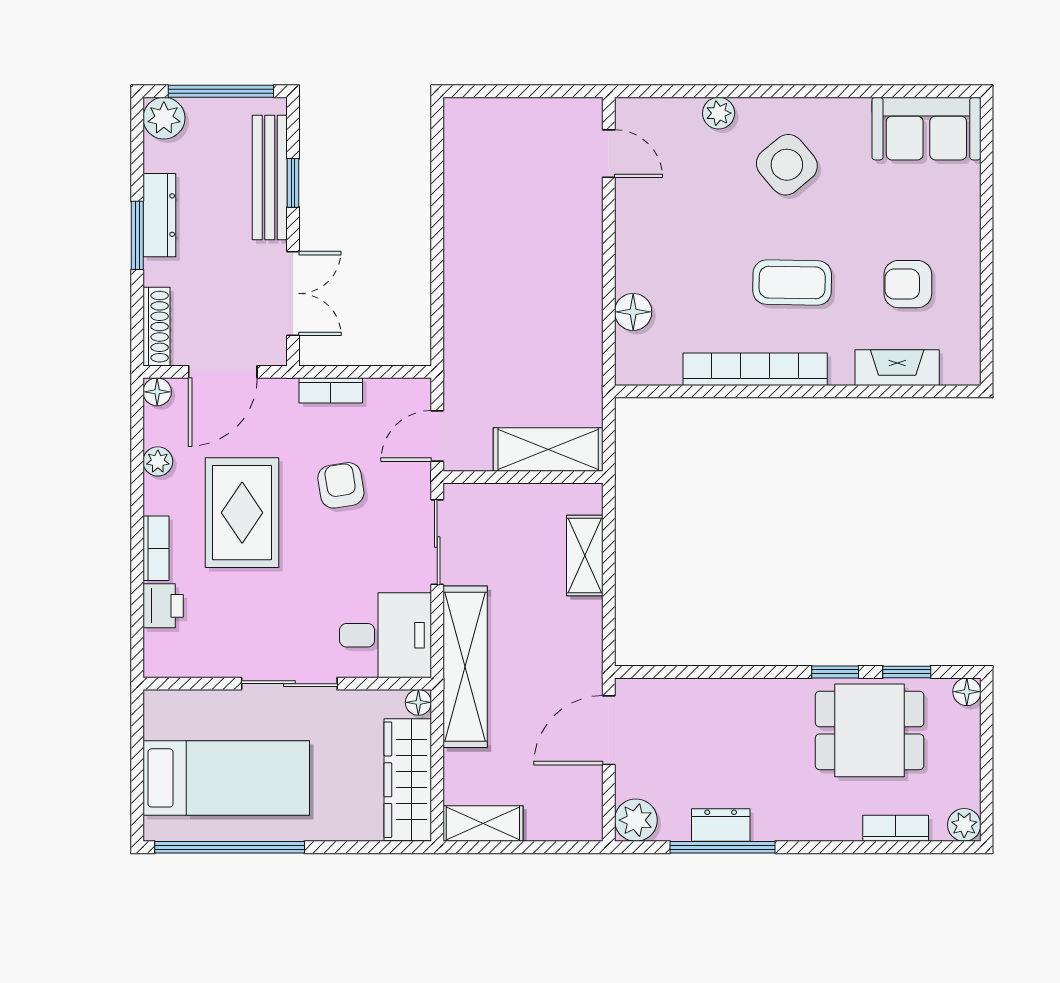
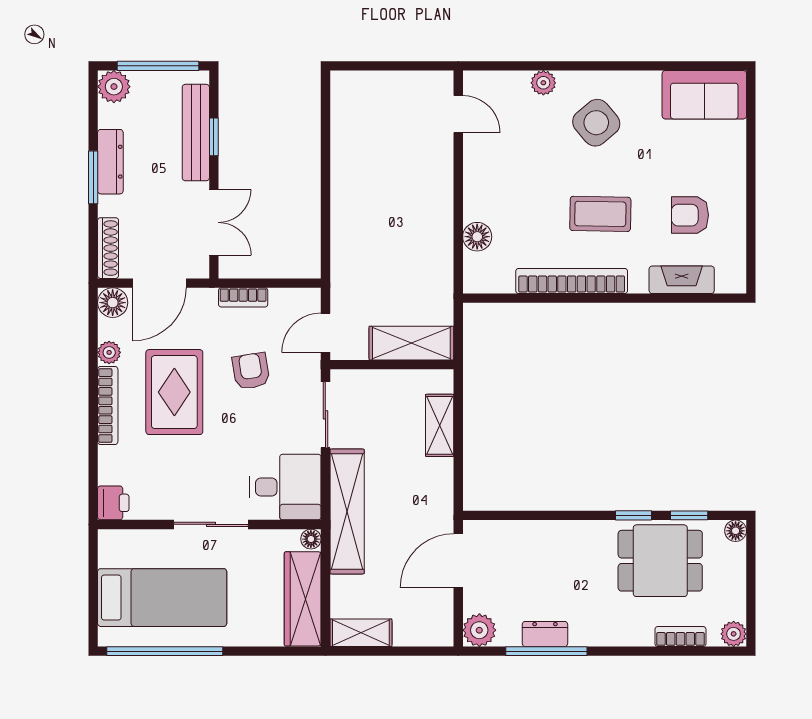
floor lamp: (157, 392) -> (113, 303), width x1.37, depth x1.37
bookcase: (156, 548) -> (108, 406), width x1.56
printer: (163, 606) -> (113, 503), moved

